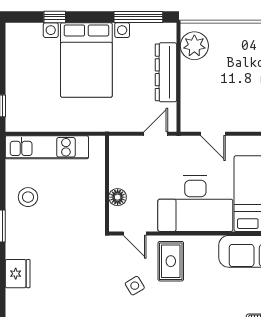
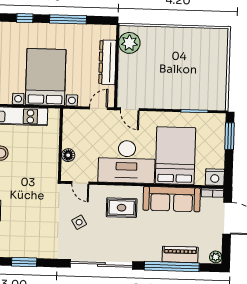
window: (138, 17) -> (68, 19), moved
bed with nightstands: (86, 60) -> (46, 77), moved, turned 180
door: (213, 134) -> (130, 109), moved
rug: (171, 261) -> (122, 208), moved, turned 90

